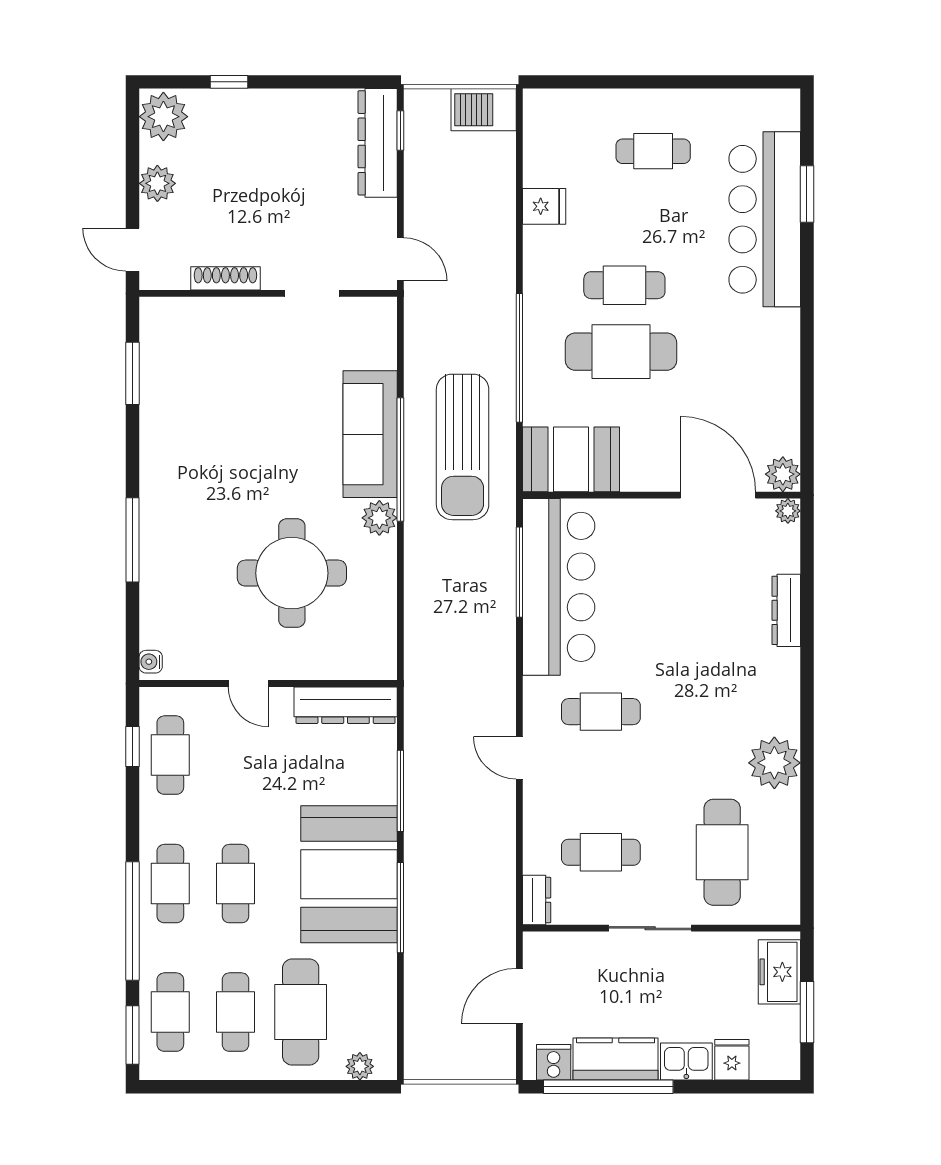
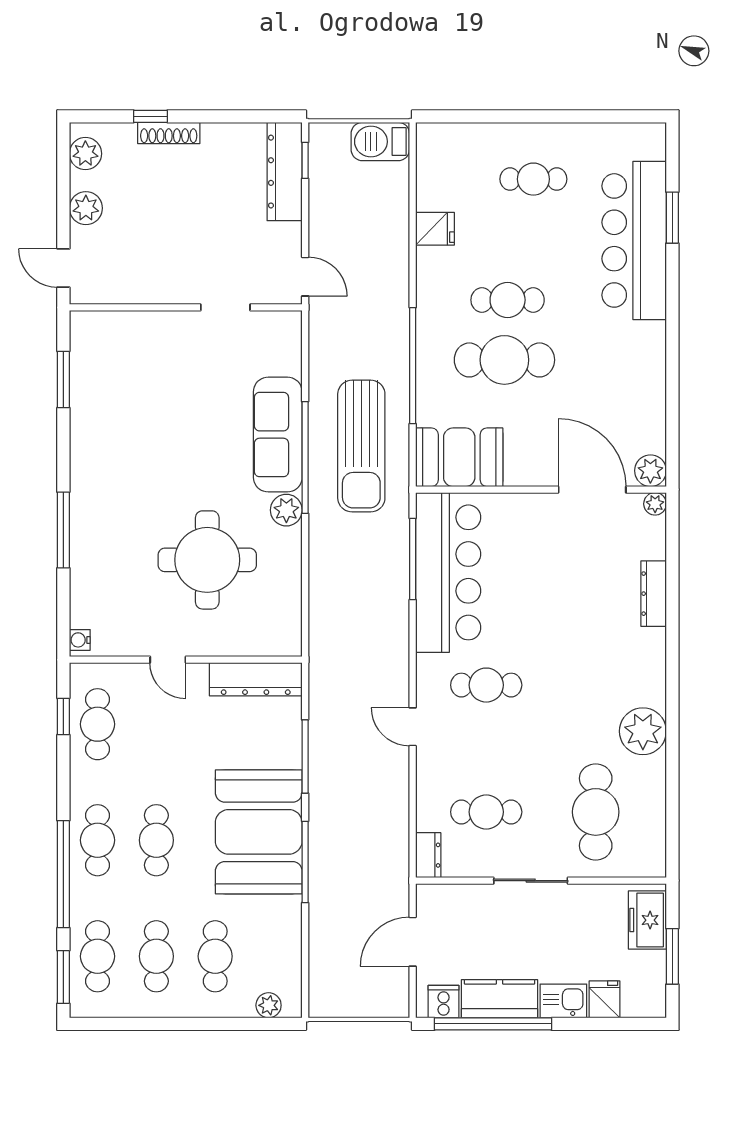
plant: (163, 117) -> (85, 154), width x0.73, depth x0.73
shoe rack: (225, 278) -> (169, 133), moved, turned 180
cafe table: (301, 1012) -> (215, 956), width x0.73, depth x0.74

